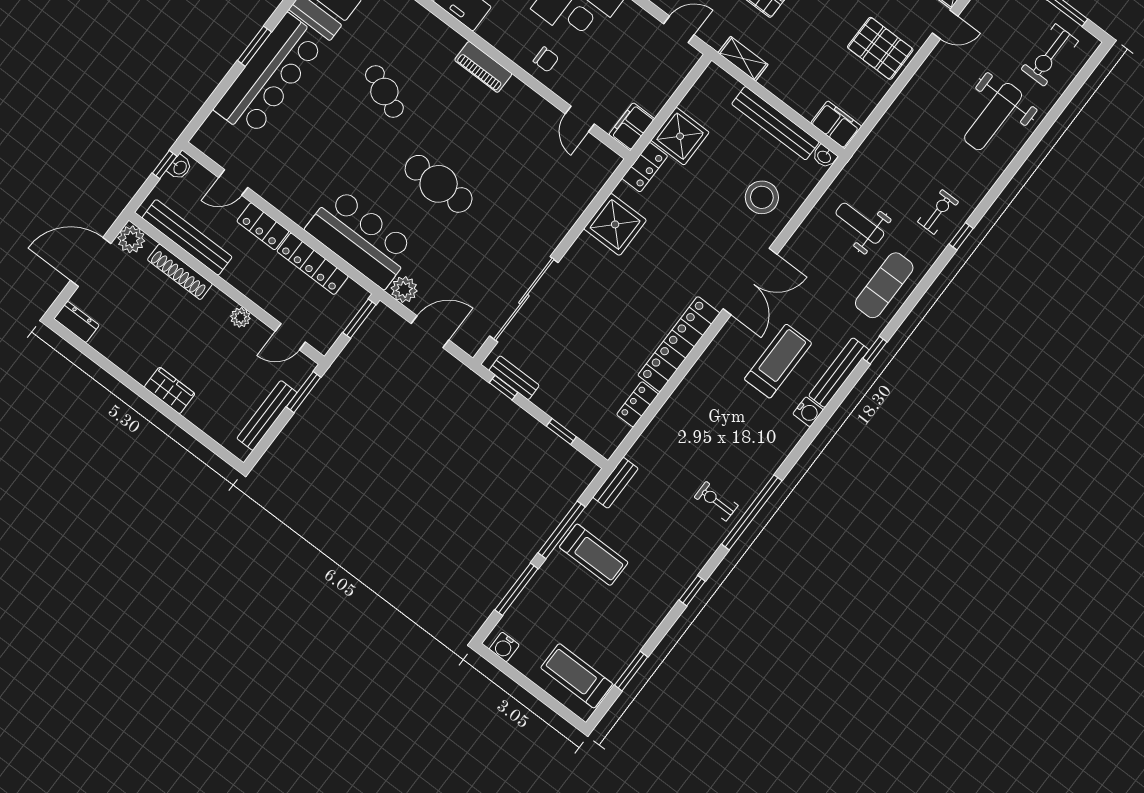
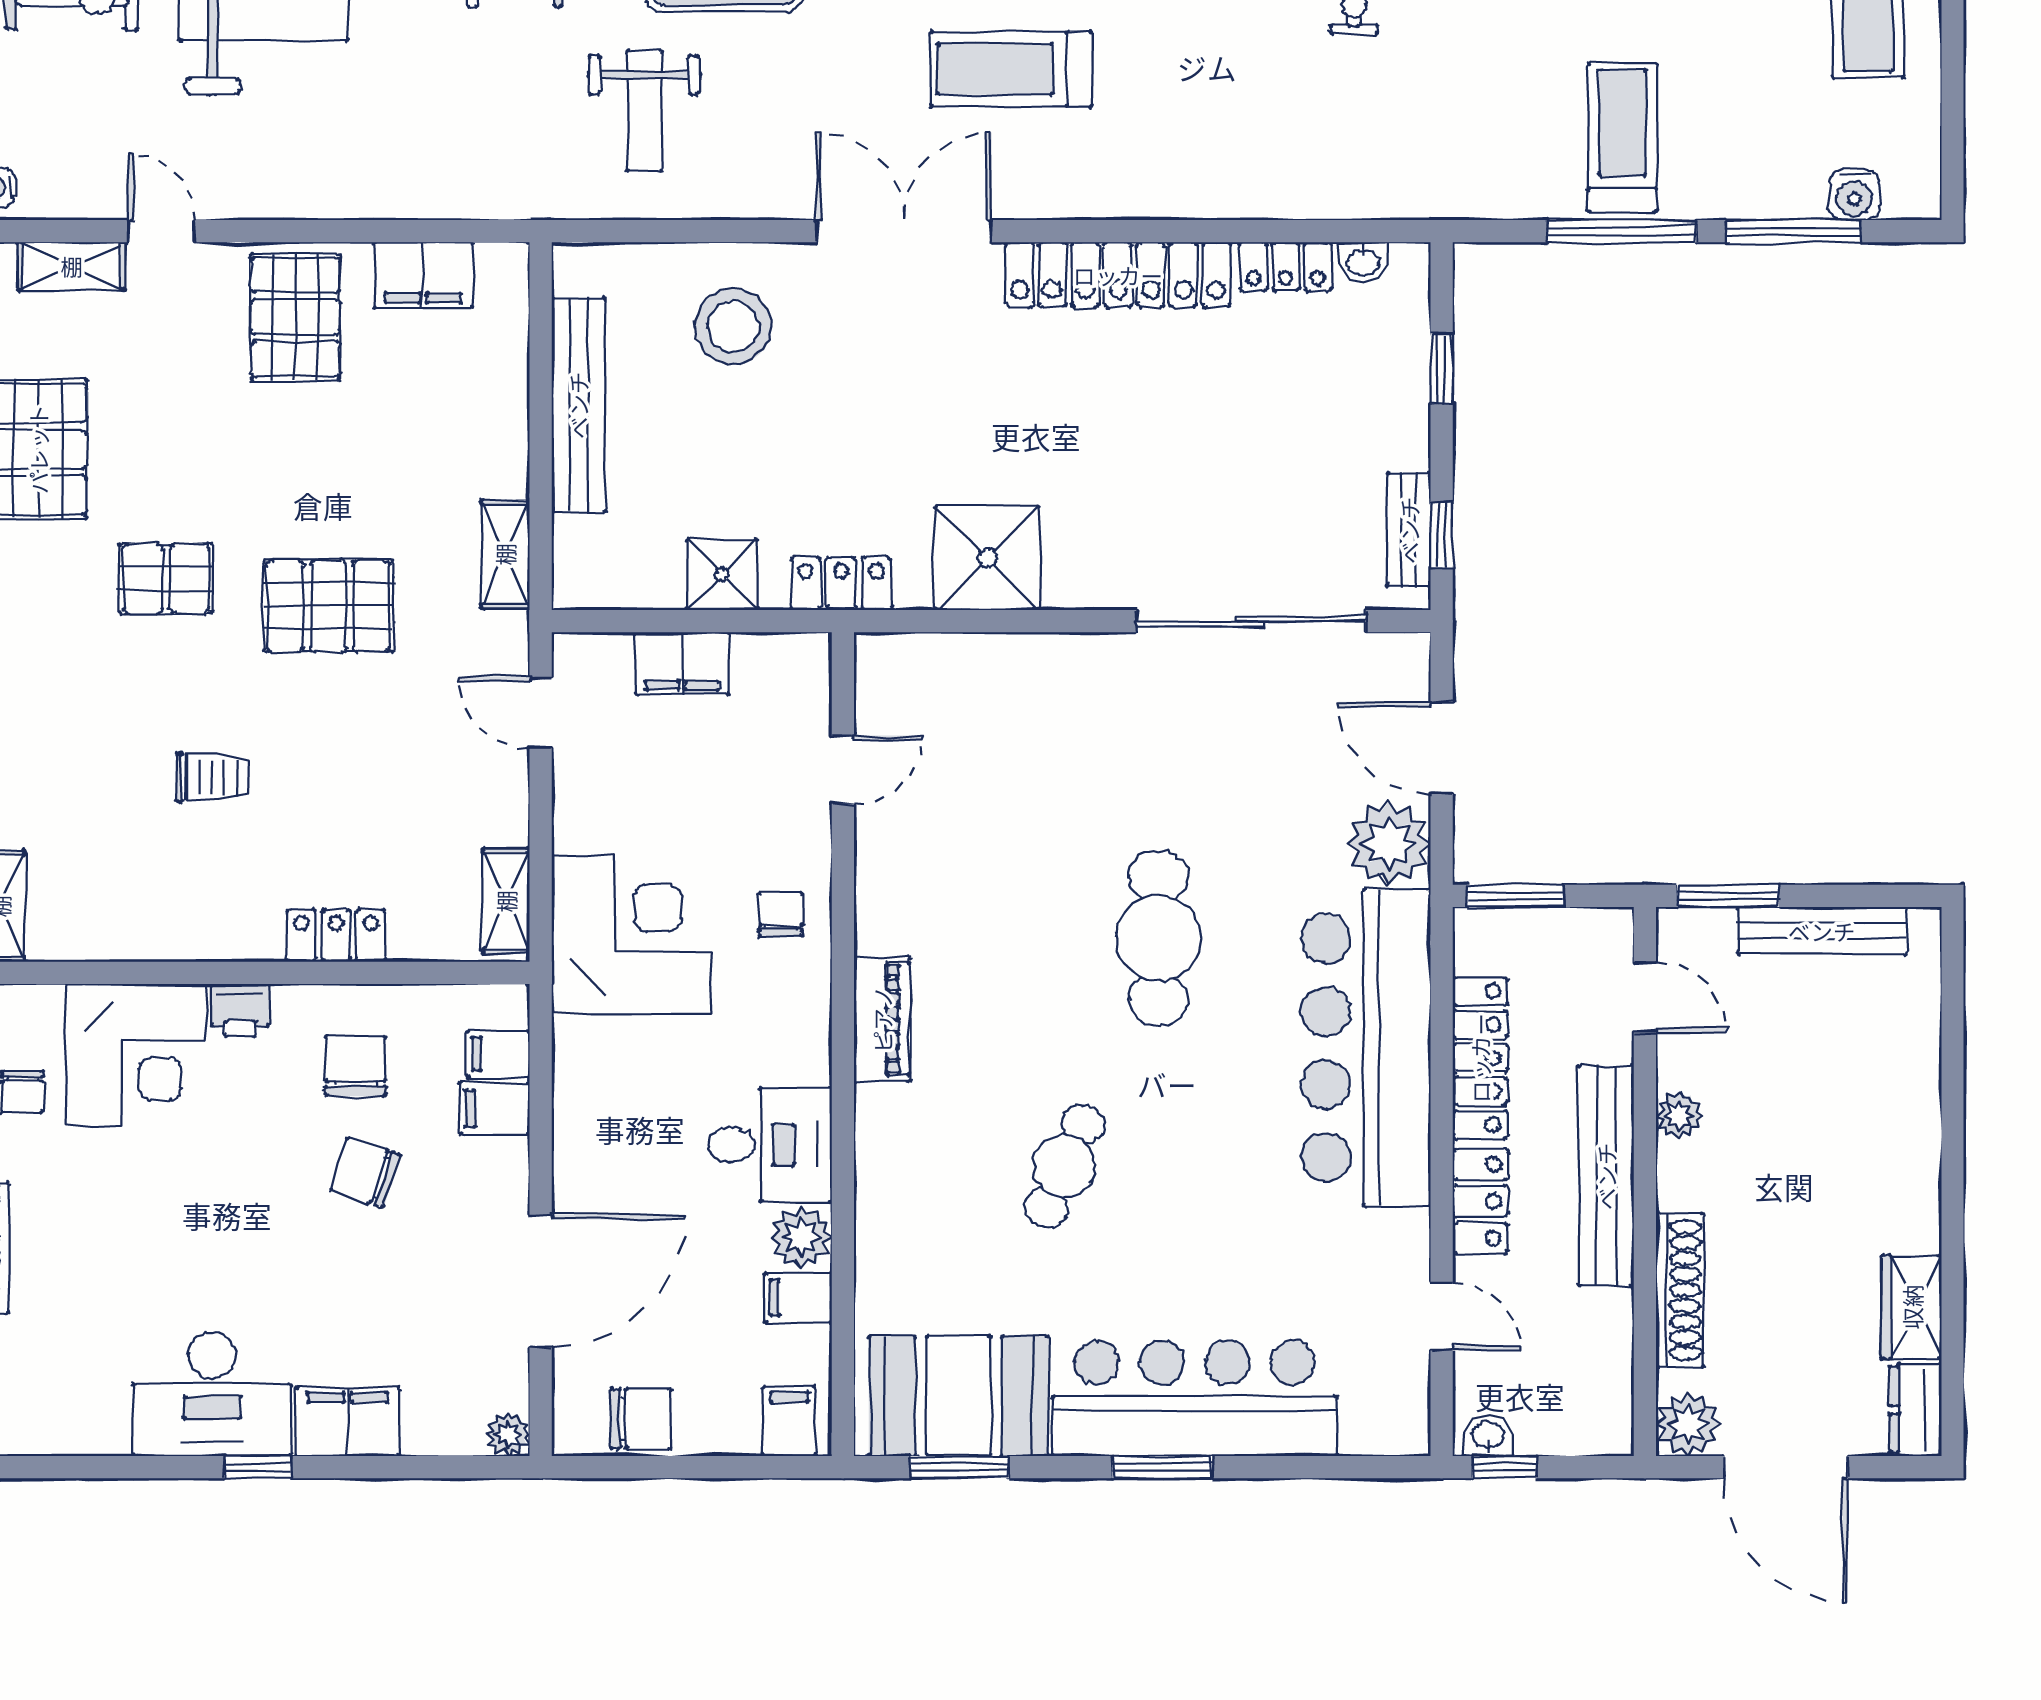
filing cabinet: (836, 125) -> (423, 275), moved, turned -90
filing cabinet: (632, 127) -> (682, 664), moved
shower: (680, 136) -> (722, 575), width x0.73, depth x0.73
washbasin: (824, 156) -> (1363, 262), moved, turned 90
bench: (187, 237) -> (1606, 1176), moved
bar counter: (361, 238) -> (1366, 1048), width x1.36
plant: (404, 289) -> (1389, 843), width x1.36, depth x1.36
wardrobe: (170, 390) -> (1912, 1307), moved
bench: (616, 483) -> (1460, 198), removed
water cooler: (504, 647) -> (1854, 195), moved, turned 90

